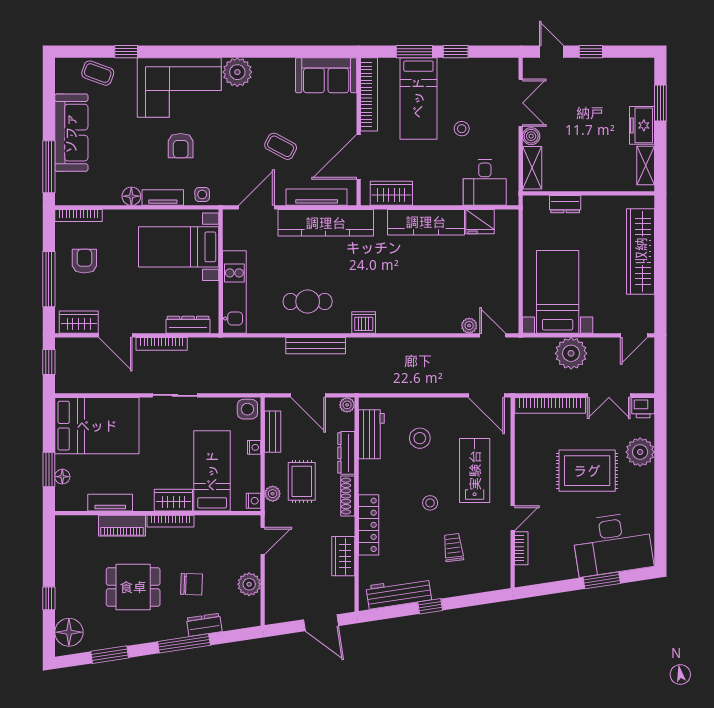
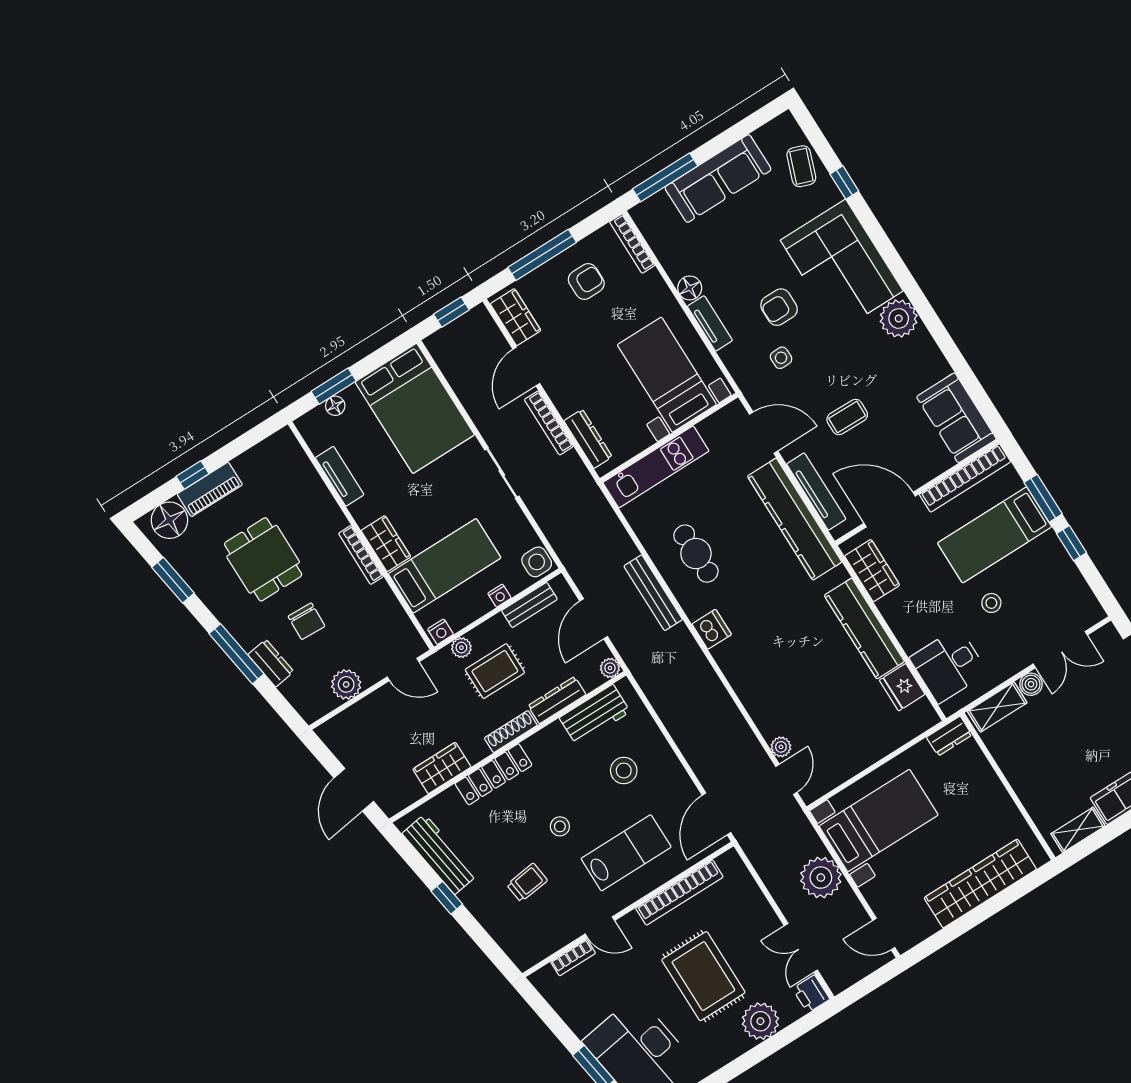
coffee table: (281, 146) -> (847, 417), turned 63
side table: (202, 194) -> (781, 358), moved
dresser: (565, 204) -> (949, 736), moved, turned -90
bookcase: (550, 405) -> (679, 893), moved, turned -90
piano: (122, 526) -> (210, 489), moved, turned -90

